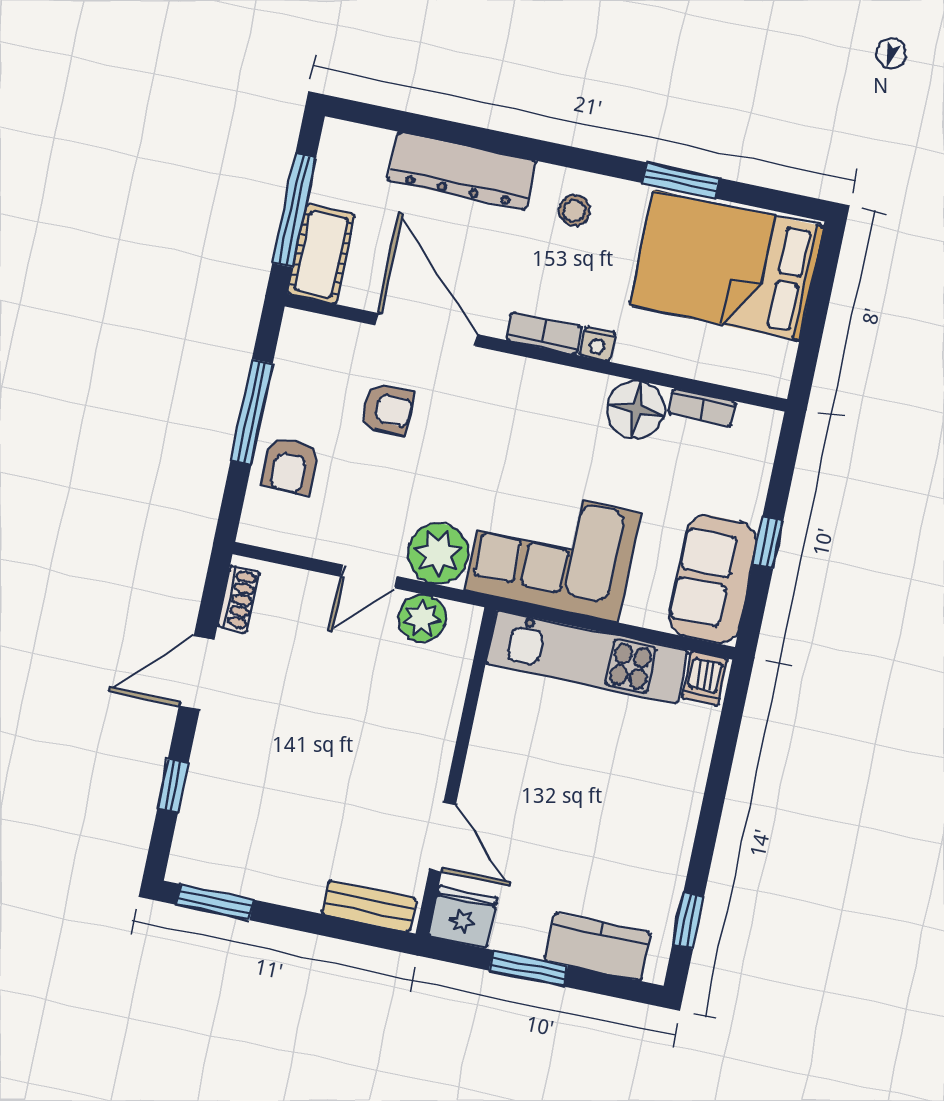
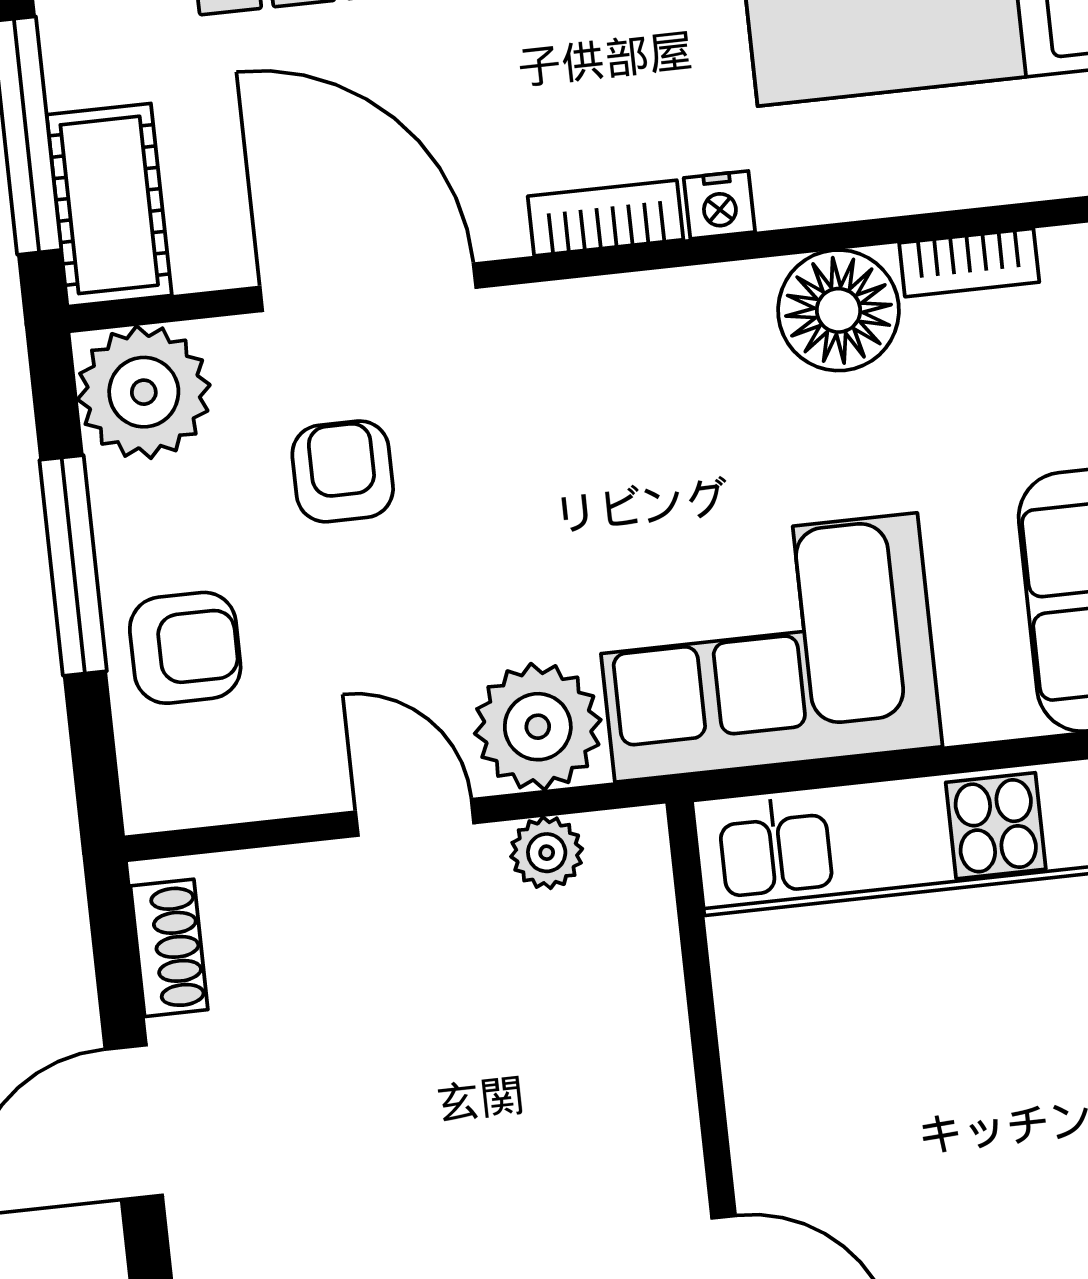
plant: (309, 344) -> (144, 392), added
armchair: (388, 409) -> (343, 471), turned -90
armchair: (290, 466) -> (185, 648), turned -90
door: (369, 576) -> (415, 817), swing flipped
plant: (422, 618) -> (547, 853), width x0.73, depth x0.73

